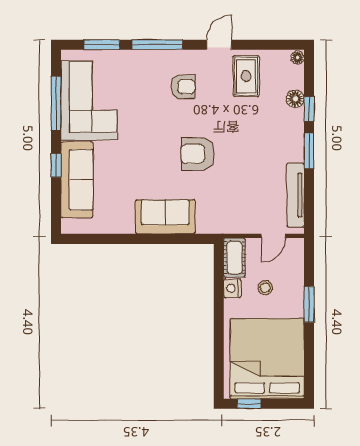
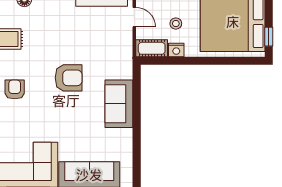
armchair: (198, 154) -> (69, 78), turned -90

